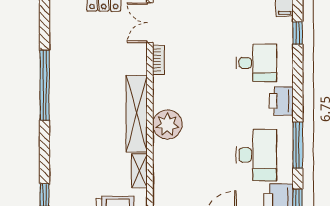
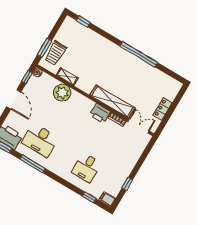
printer: (281, 101) -> (100, 113), moved, turned 180
shelving: (137, 114) -> (112, 102), moved
plant: (167, 124) -> (62, 93), moved

